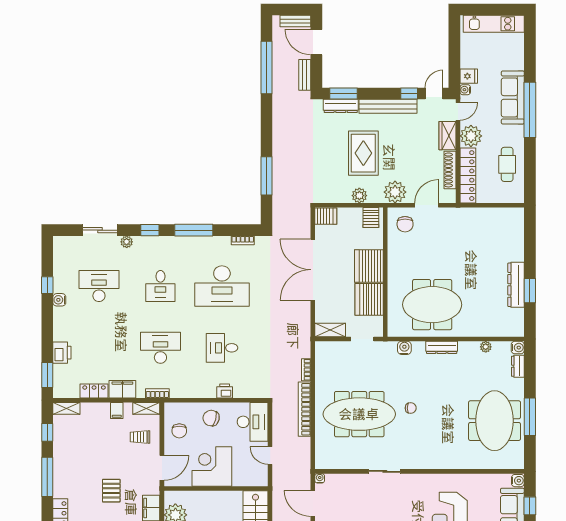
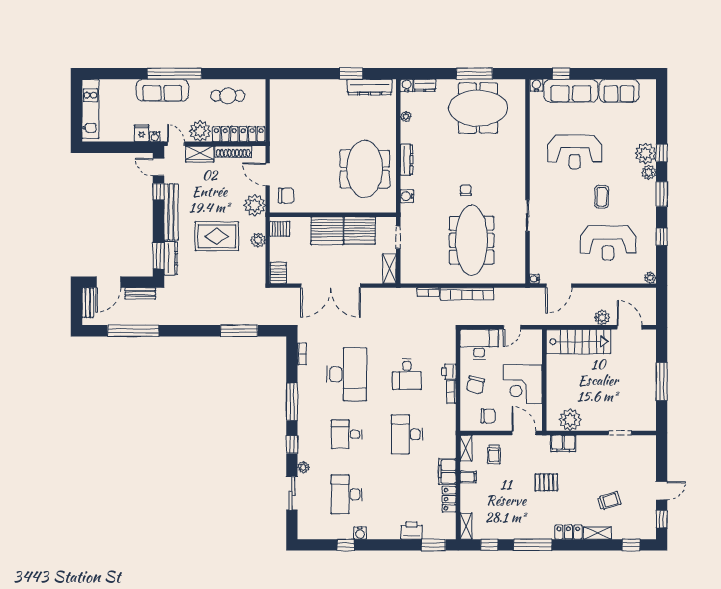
dresser: (516, 285) -> (370, 87), moved
desk: (160, 286) -> (347, 434), turned 180
bookcase: (157, 393) -> (451, 392), moved

